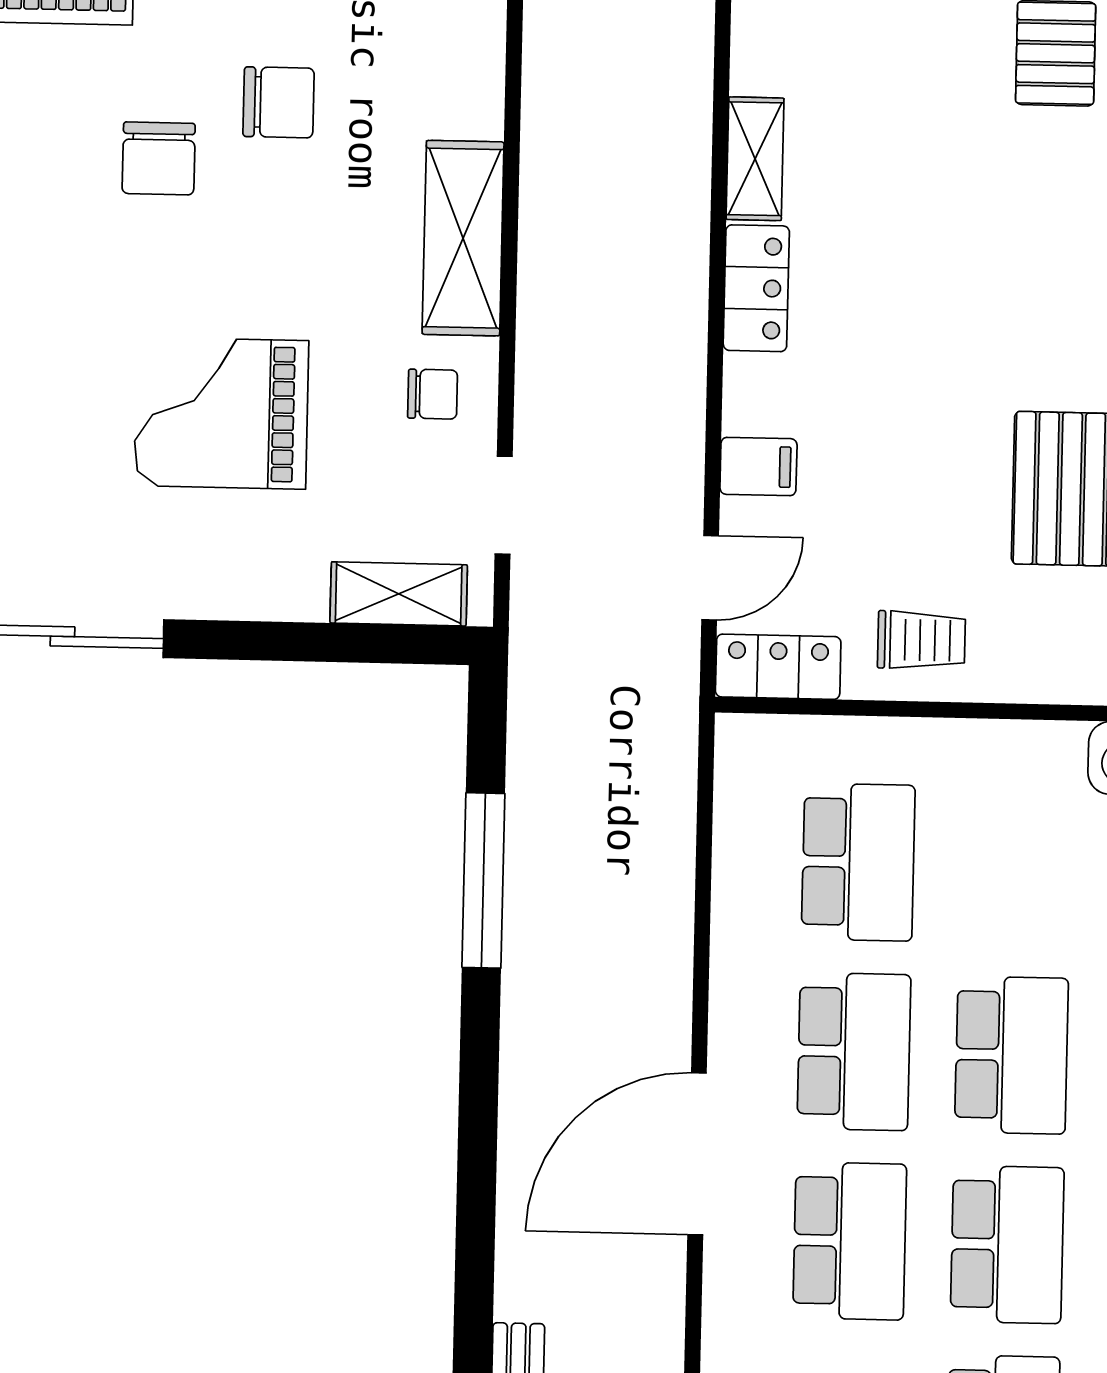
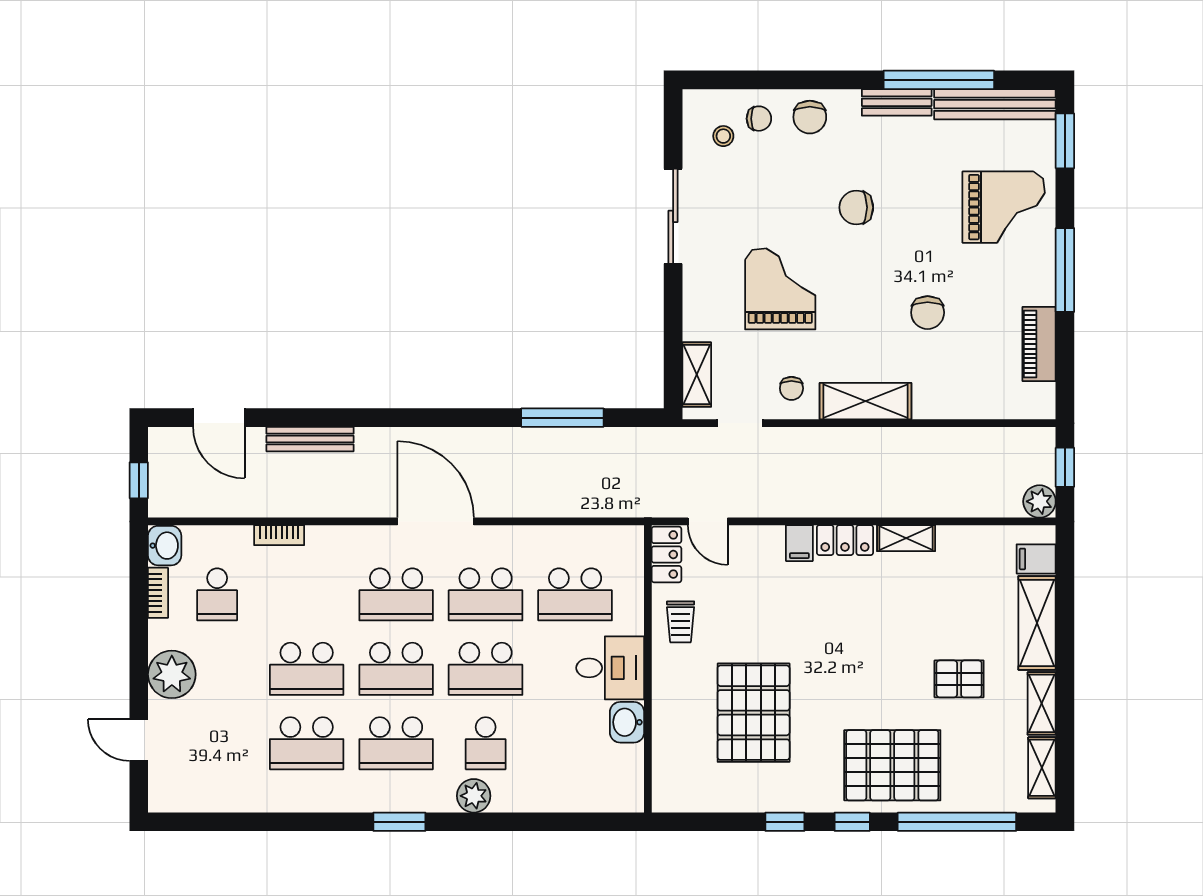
chair: (159, 158) -> (856, 207), moved
filing cabinet: (758, 466) -> (799, 543), moved
desk: (1015, 791) -> (610, 668), added

